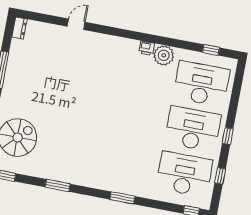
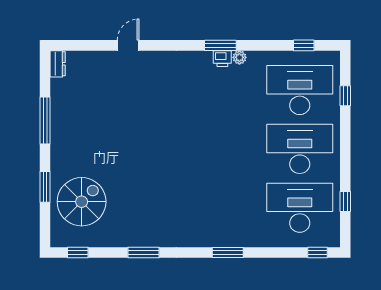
window: (147, 38) -> (220, 45), added
plant: (164, 55) -> (239, 57), width x0.53, depth x0.53
window: (228, 136) -> (345, 96), moved

